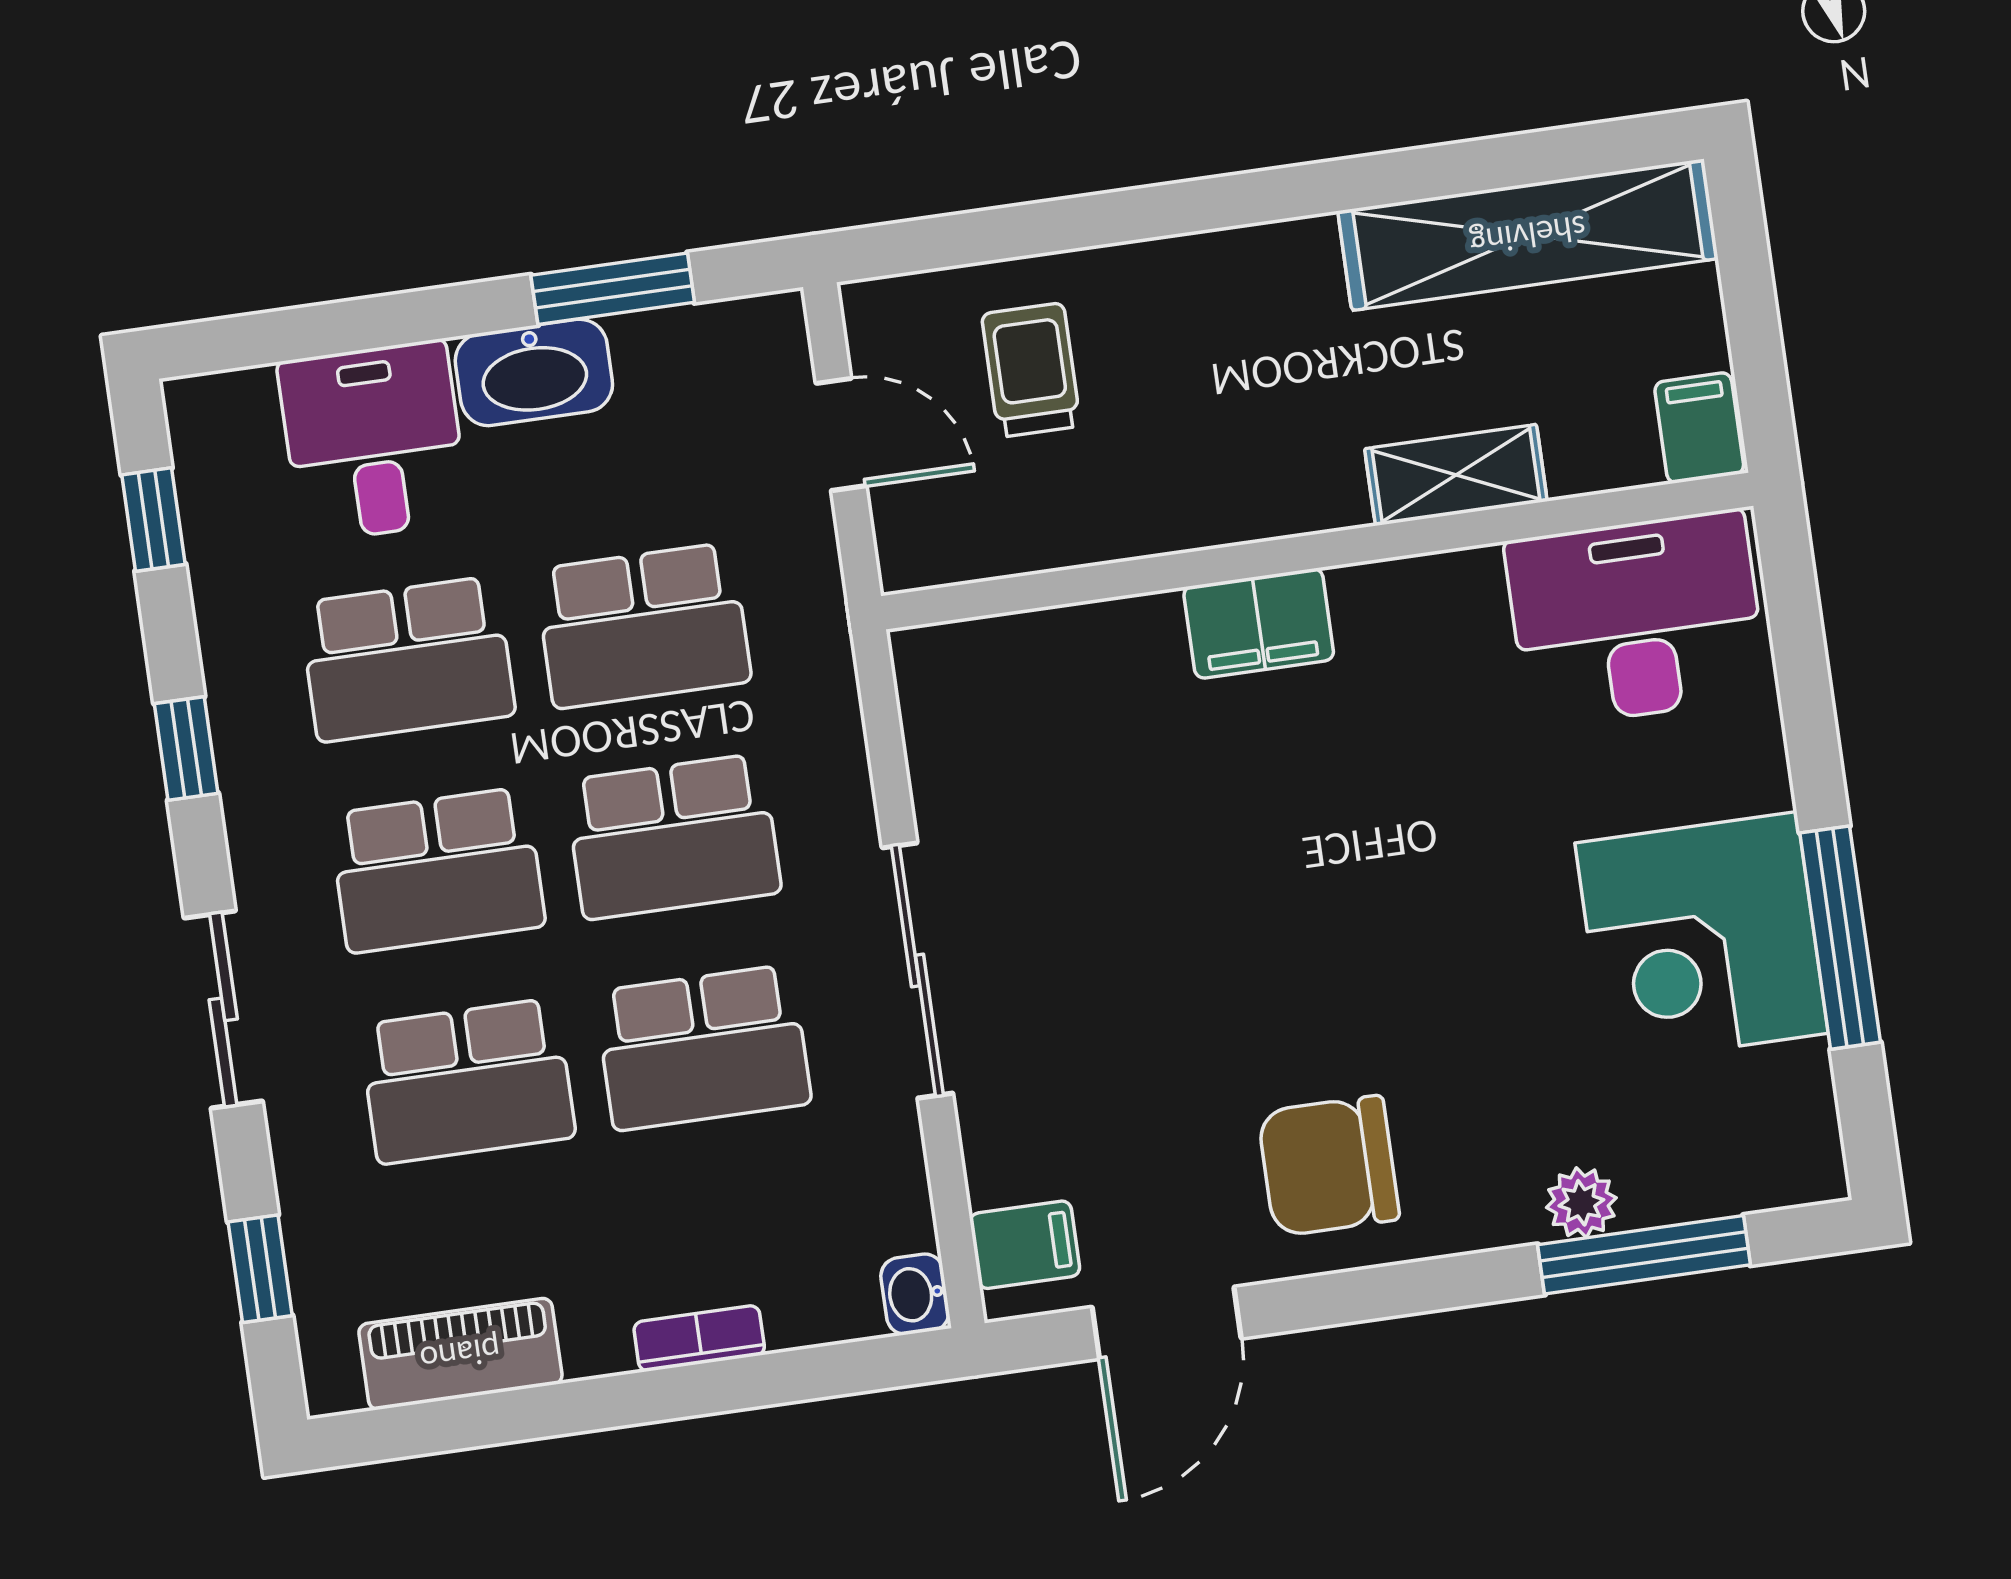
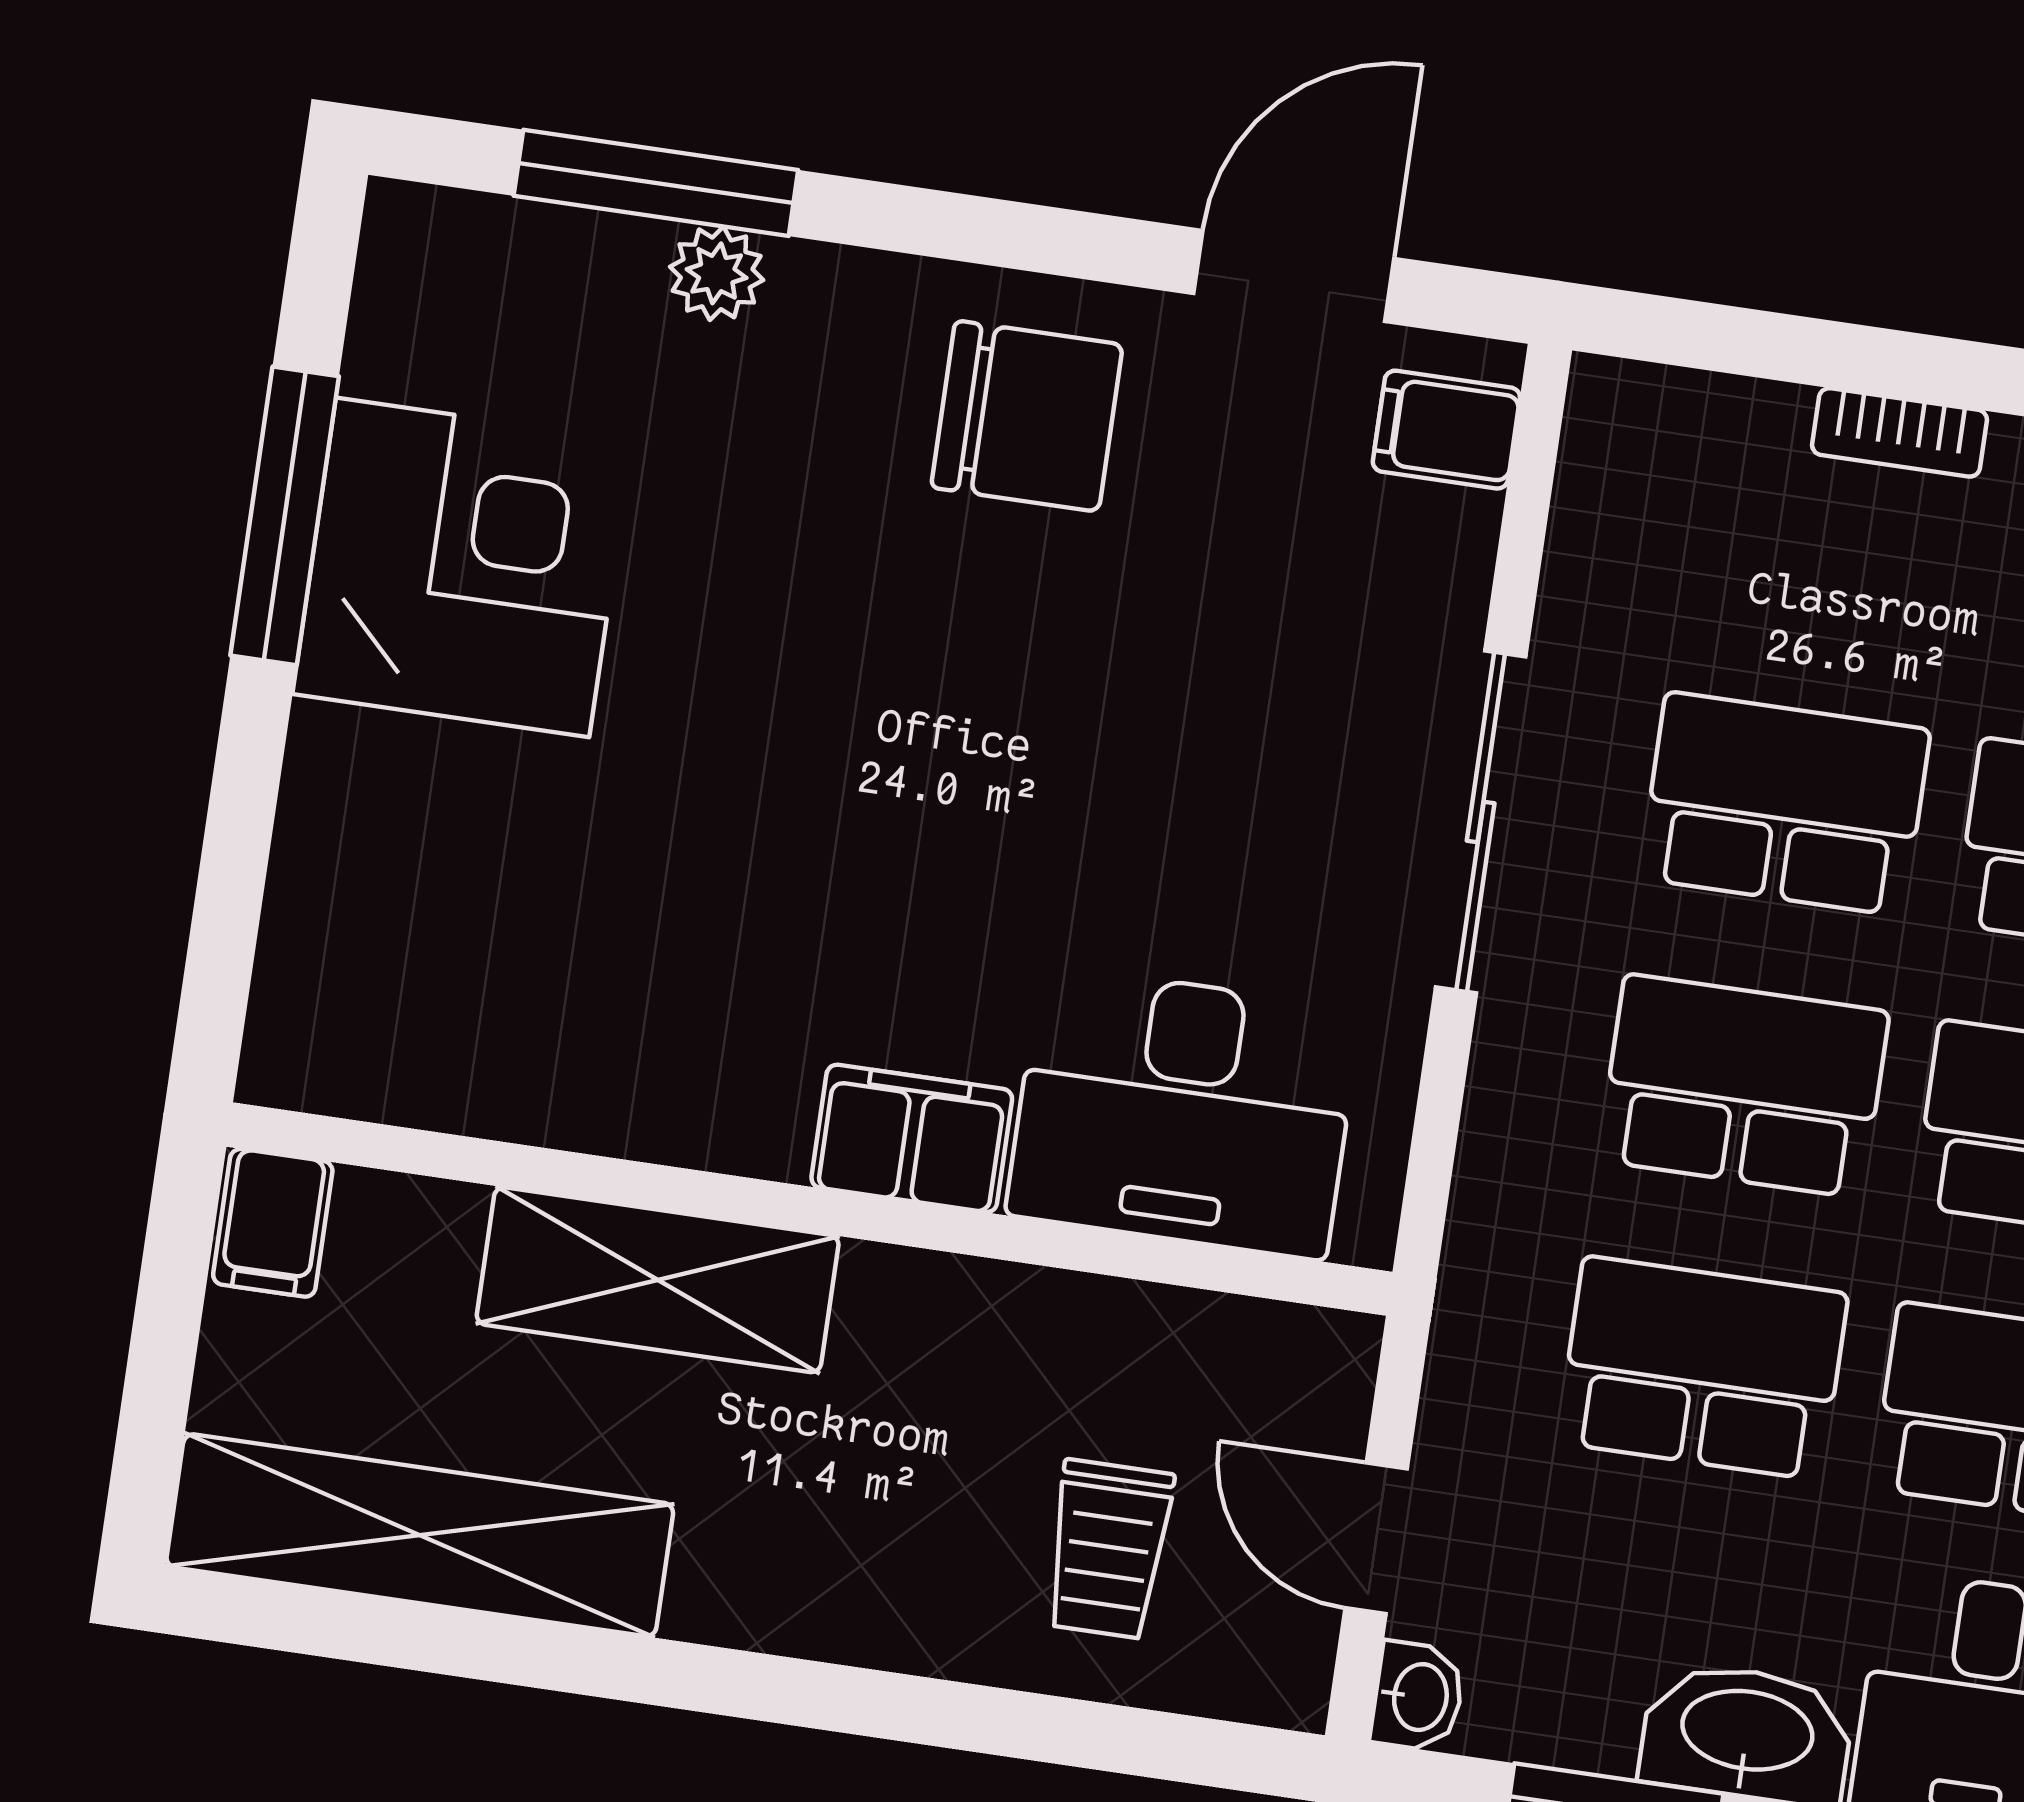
shelving: (1456, 475) -> (658, 1280), width x1.50, depth x1.33
desk: (1636, 619) -> (1184, 1112), moved
washbasin: (915, 1294) -> (1418, 1697), moved

